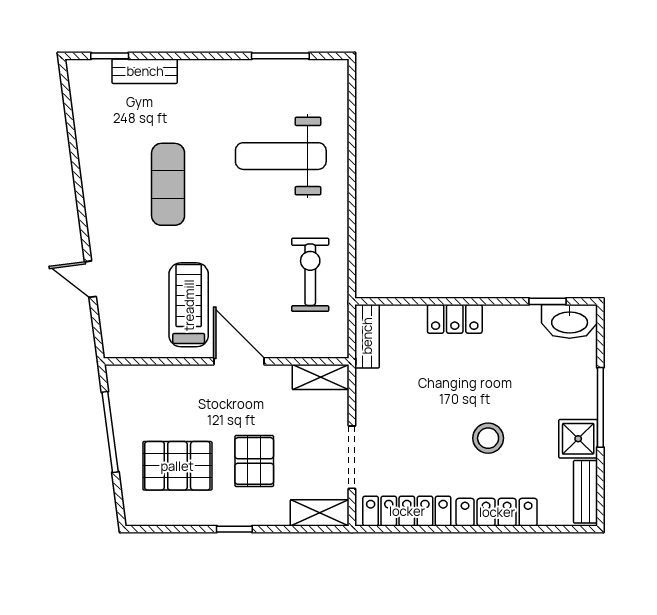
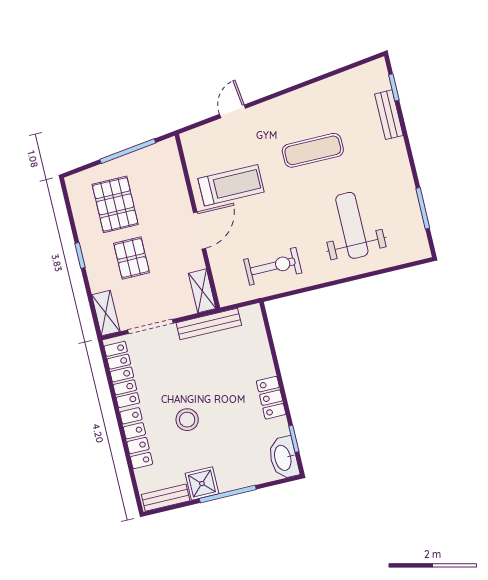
locker: (455, 319) -> (271, 398), moved
bench: (367, 336) -> (209, 324), moved, width x1.36
pallet: (254, 461) -> (132, 258), turned 90

